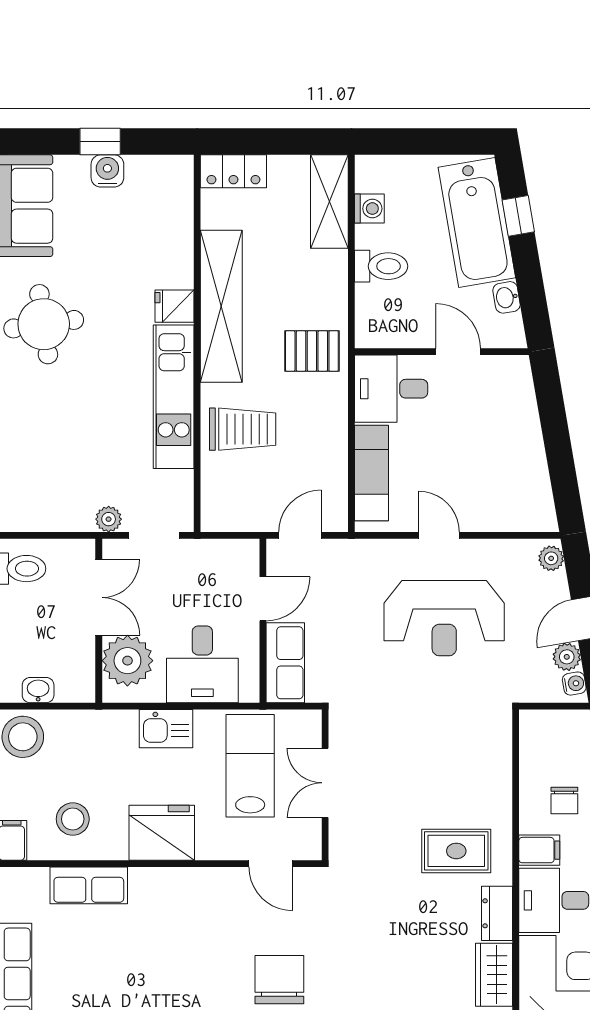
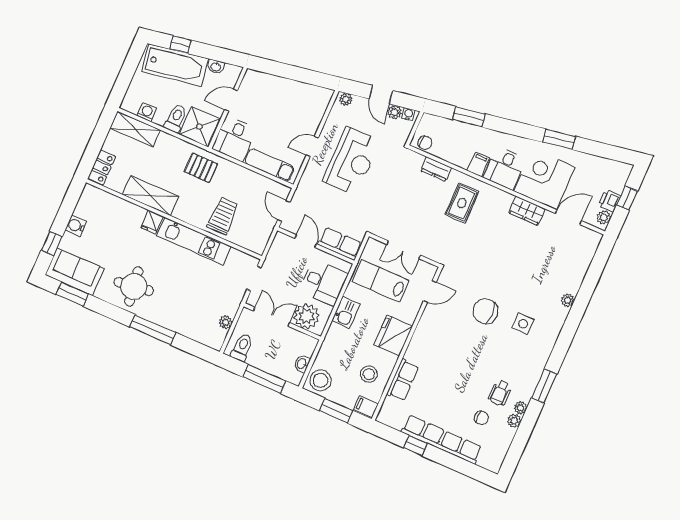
window: (100, 142) -> (52, 244), moved
shelving: (221, 306) -> (150, 196), width x0.68
shower: (385, 315) -> (199, 126), added
pallet: (312, 351) -> (201, 168), turned 90
plant: (109, 519) -> (226, 322), moved
chair: (564, 800) -> (425, 143), moved
dresser: (497, 913) -> (436, 169), moved

